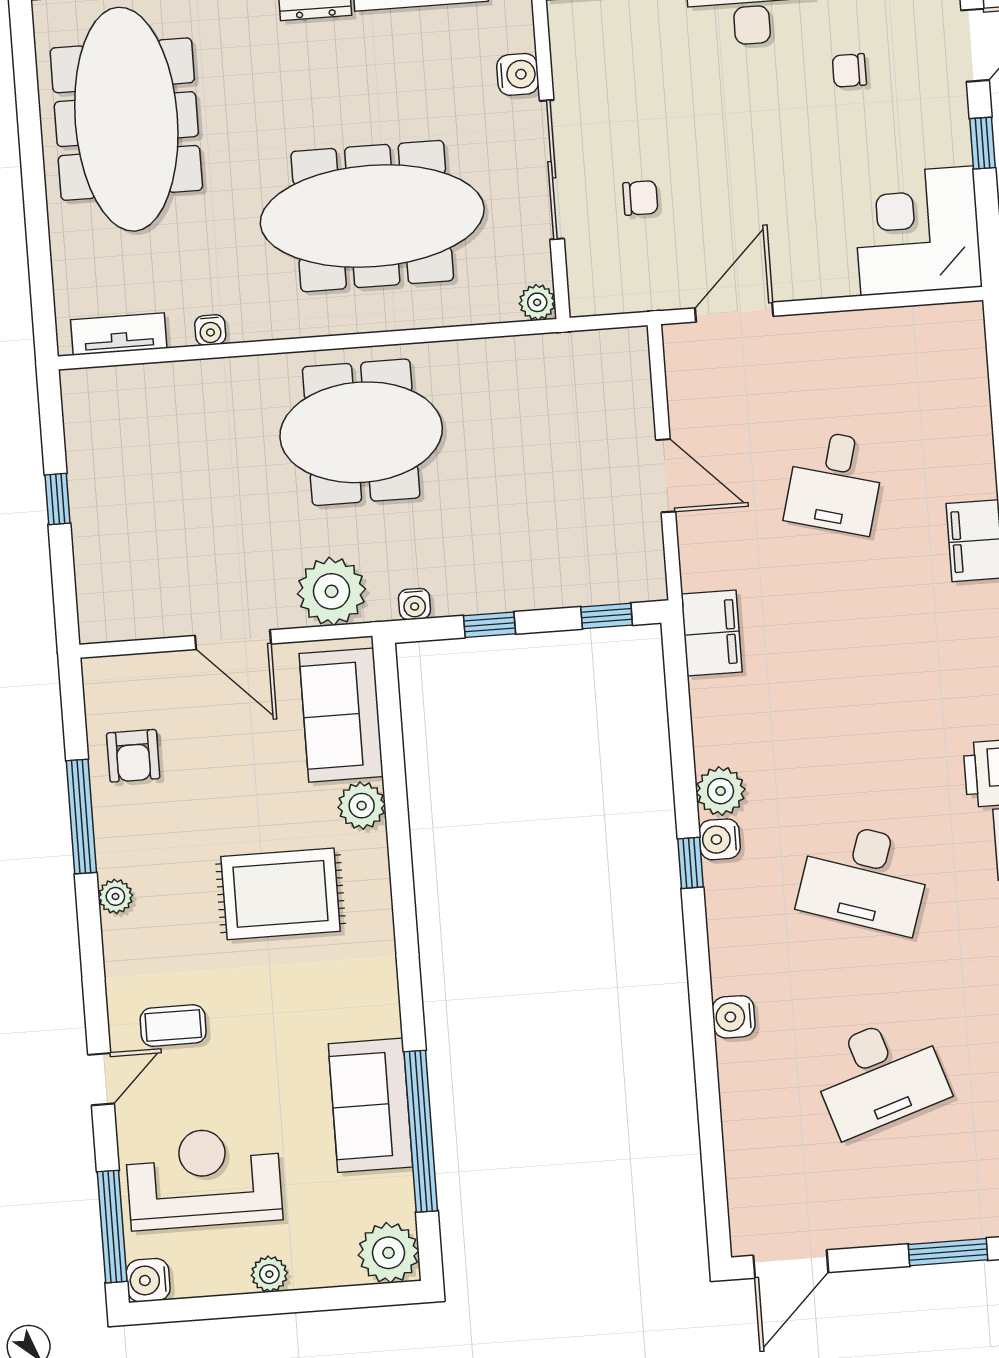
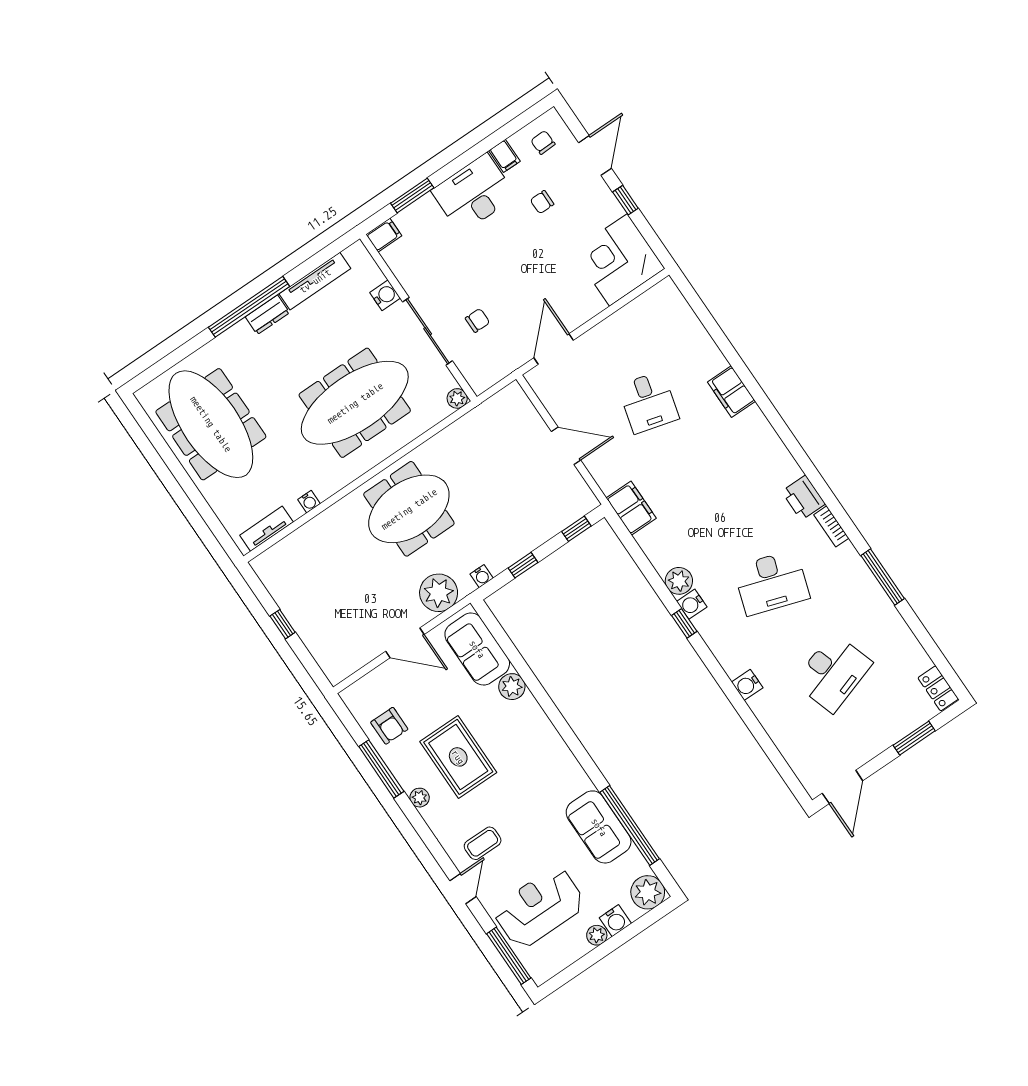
rug: (281, 894) -> (458, 757), moved, turned 90
water cooler: (148, 1280) -> (615, 921), moved, turned -90

